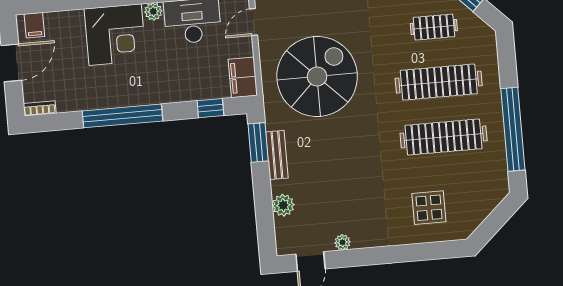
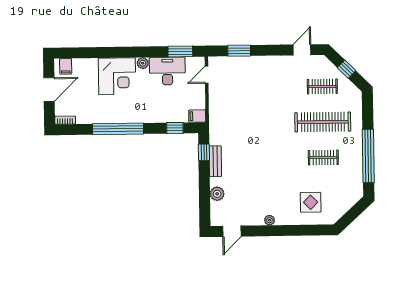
filing cabinet: (243, 77) -> (197, 116), width x0.50
spiral stairs: (317, 77) -> (245, 113), removed
clothes rail: (444, 137) -> (323, 158), width x0.54, depth x0.76
window: (258, 142) -> (204, 152), width x0.67
plant: (343, 242) -> (269, 220), moved

